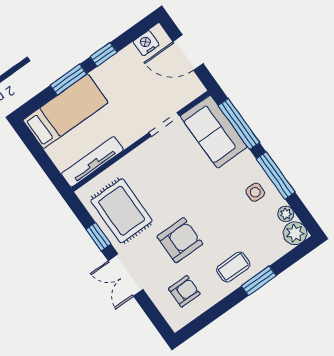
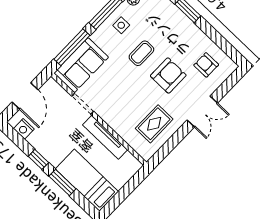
tv unit: (92, 162) -> (105, 137), moved
rug: (122, 211) -> (154, 124), width x0.73, depth x0.70
window: (98, 237) -> (177, 138), removed
armchair: (180, 240) -> (168, 75), turned 90
coffee table: (233, 267) -> (141, 53), moved, turned 90

